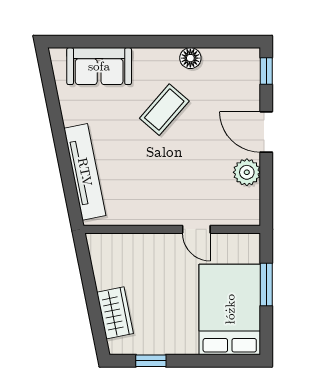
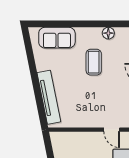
coffee table: (164, 110) -> (94, 62), turned -41

